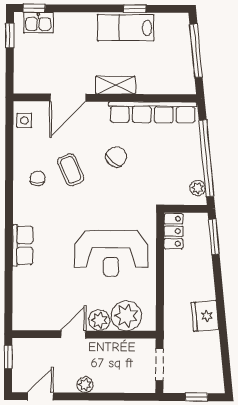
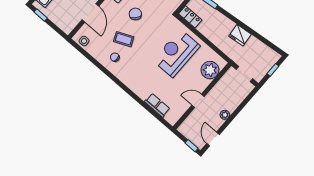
row of seats: (23, 245) -> (157, 105), moved
reception desk: (111, 254) -> (176, 53), turned 180
plant: (99, 320) -> (202, 84), removed
door: (73, 334) -> (198, 101), hinge flipped
window: (8, 357) -> (192, 146), moved

